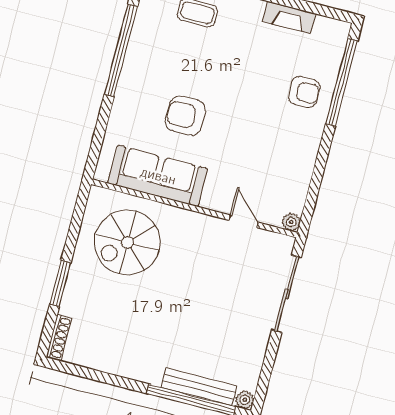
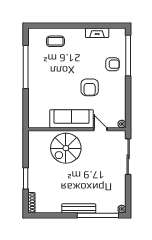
armchair: (185, 116) -> (90, 87), moved, turned -90
sofa: (158, 176) -> (72, 119), moved
spiral stairs: (127, 242) -> (66, 148), moved
bench: (199, 387) -> (79, 208), moved

